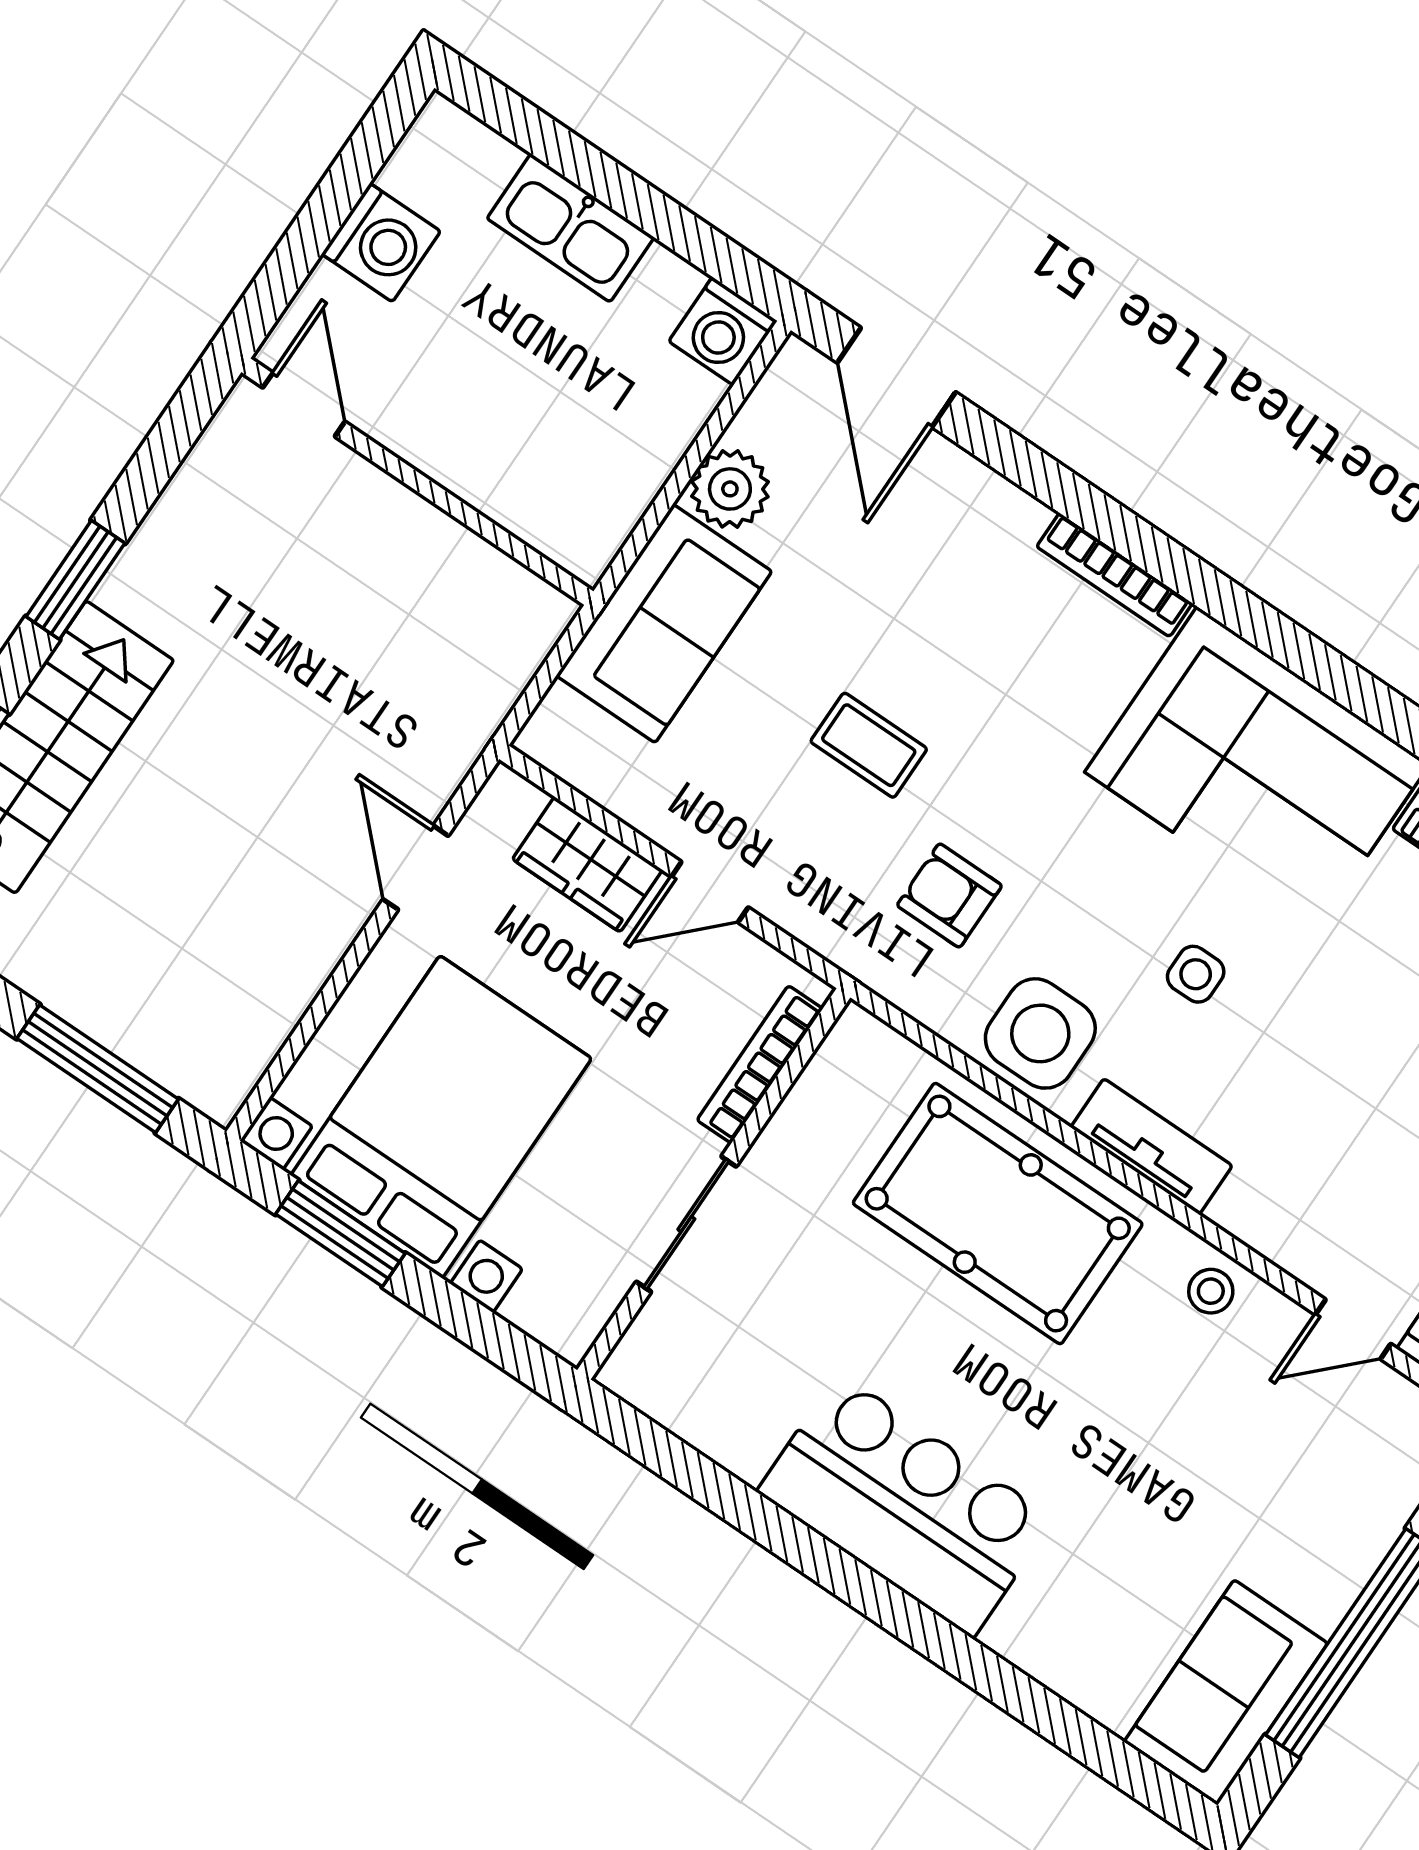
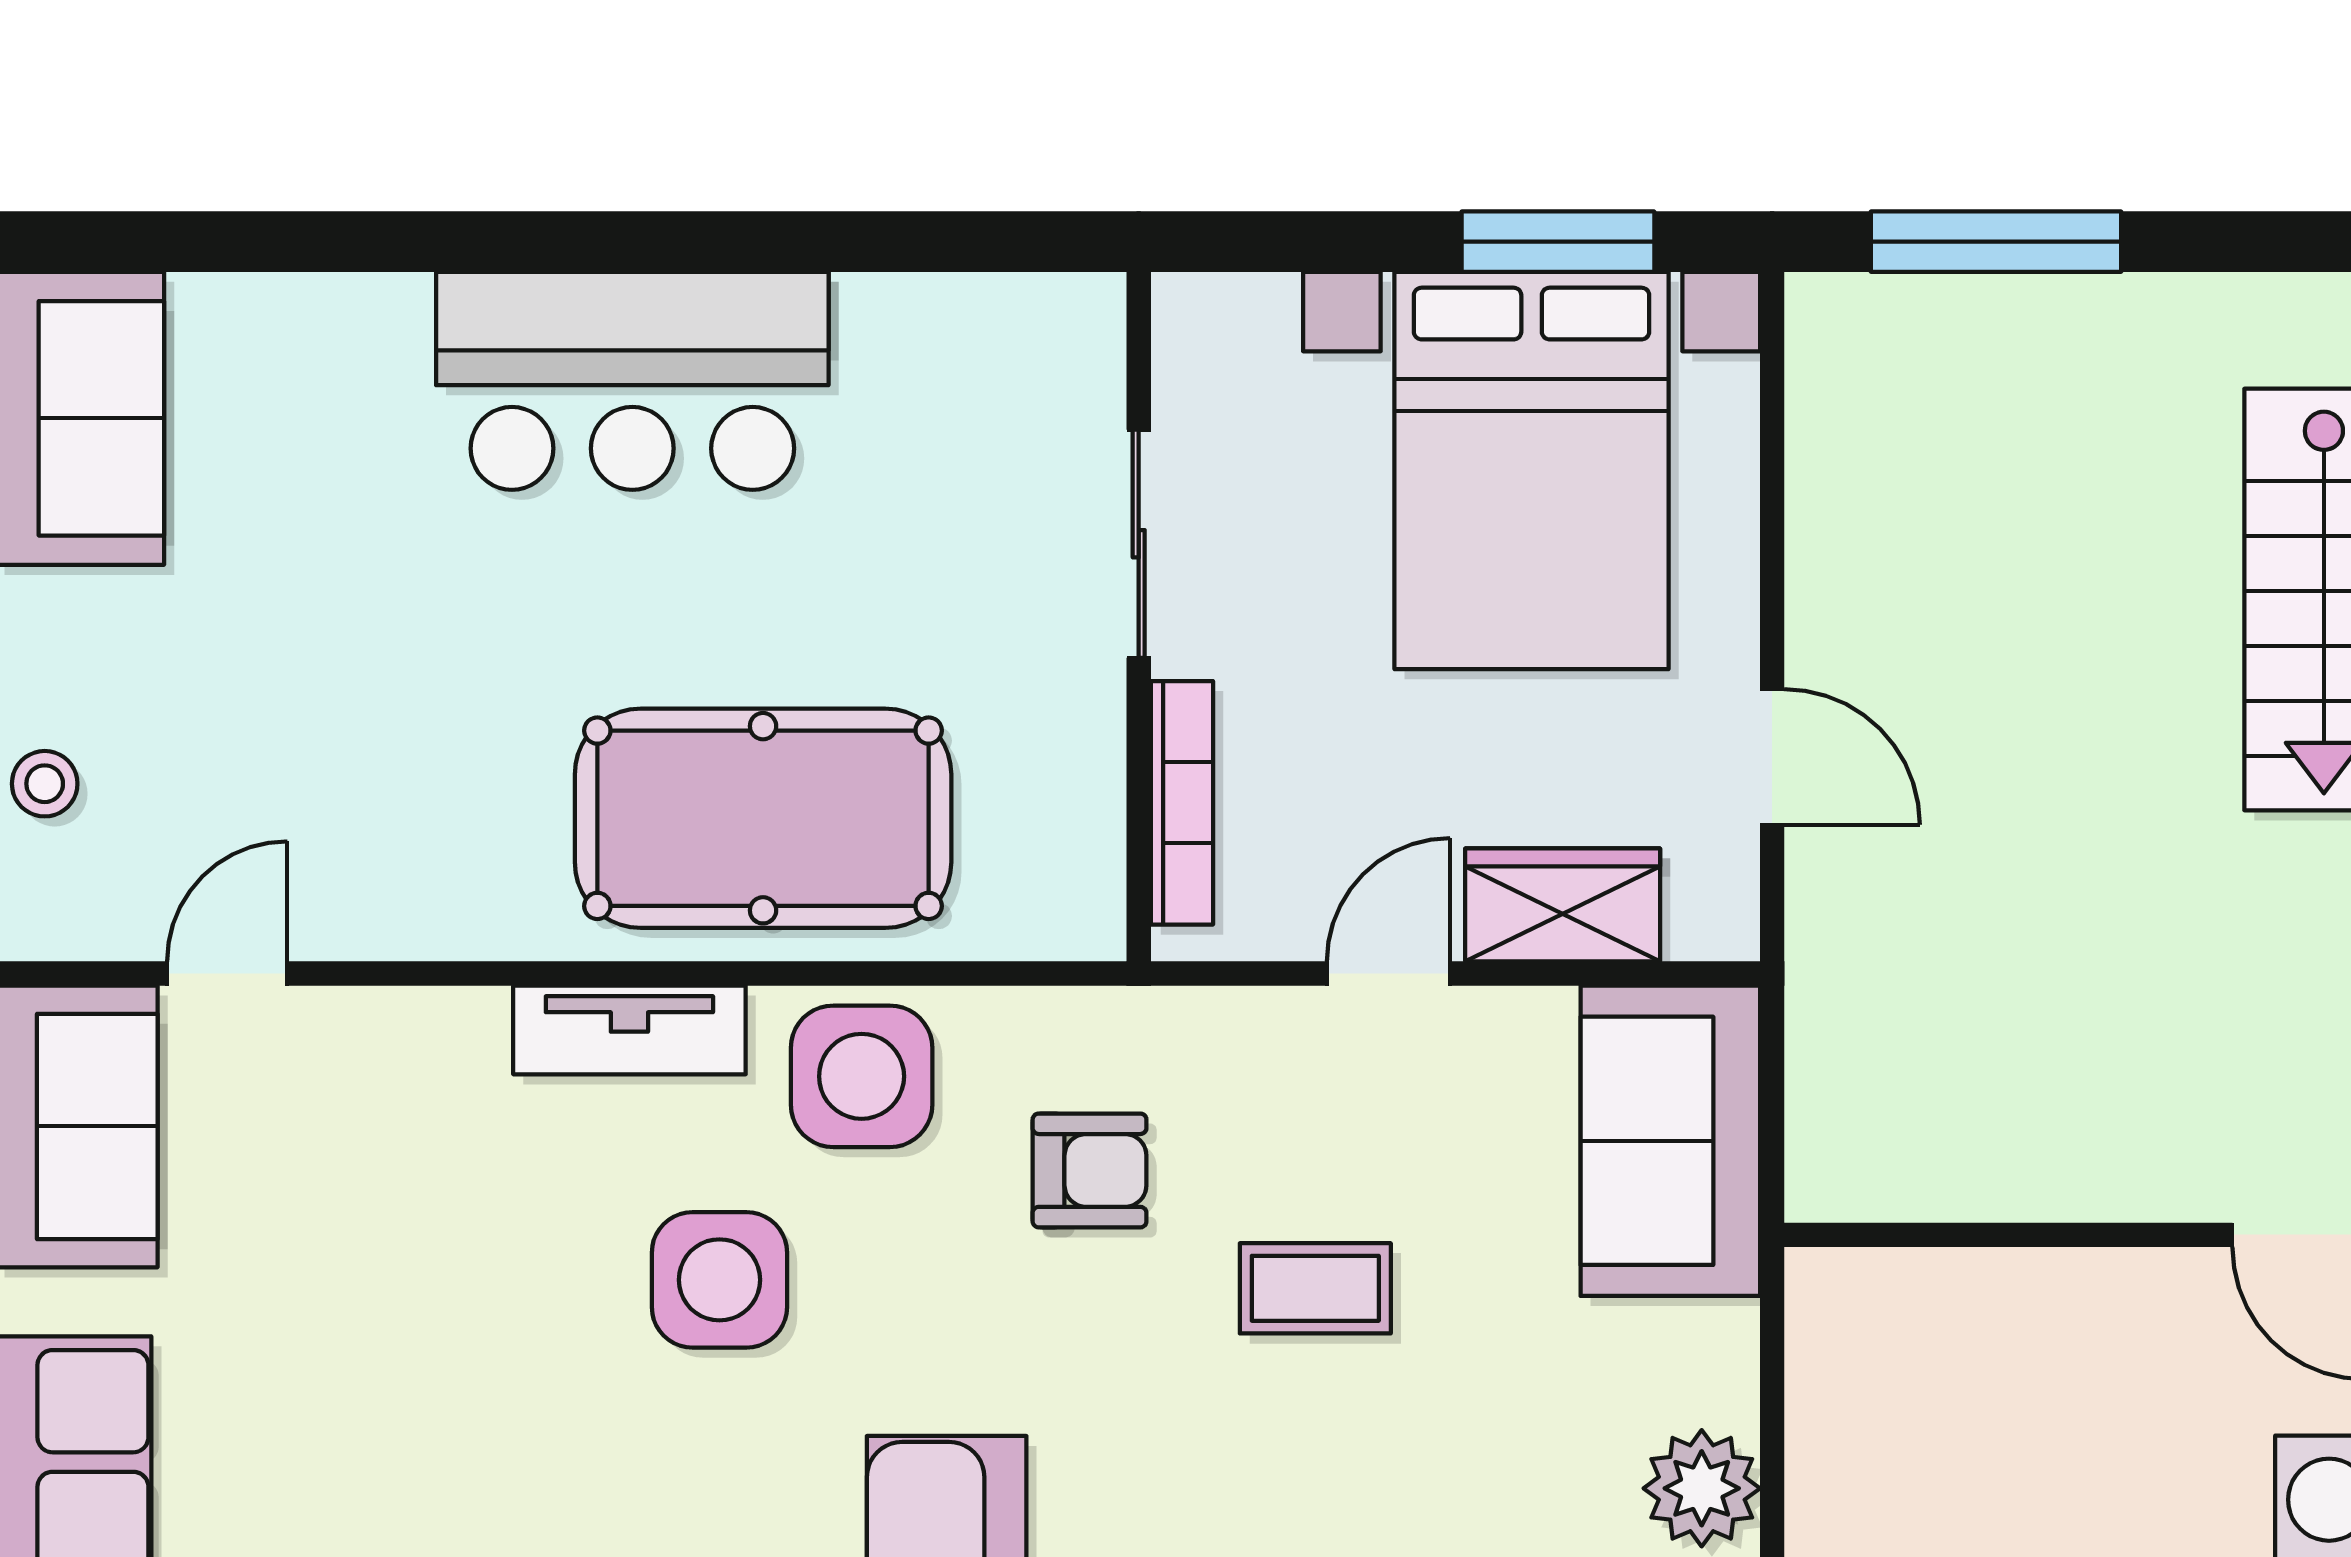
sofa: (664, 623) -> (1670, 1141), moved
side table: (1196, 974) -> (719, 1280), width x1.87, depth x1.87
stool: (1211, 1291) -> (45, 784), moved

